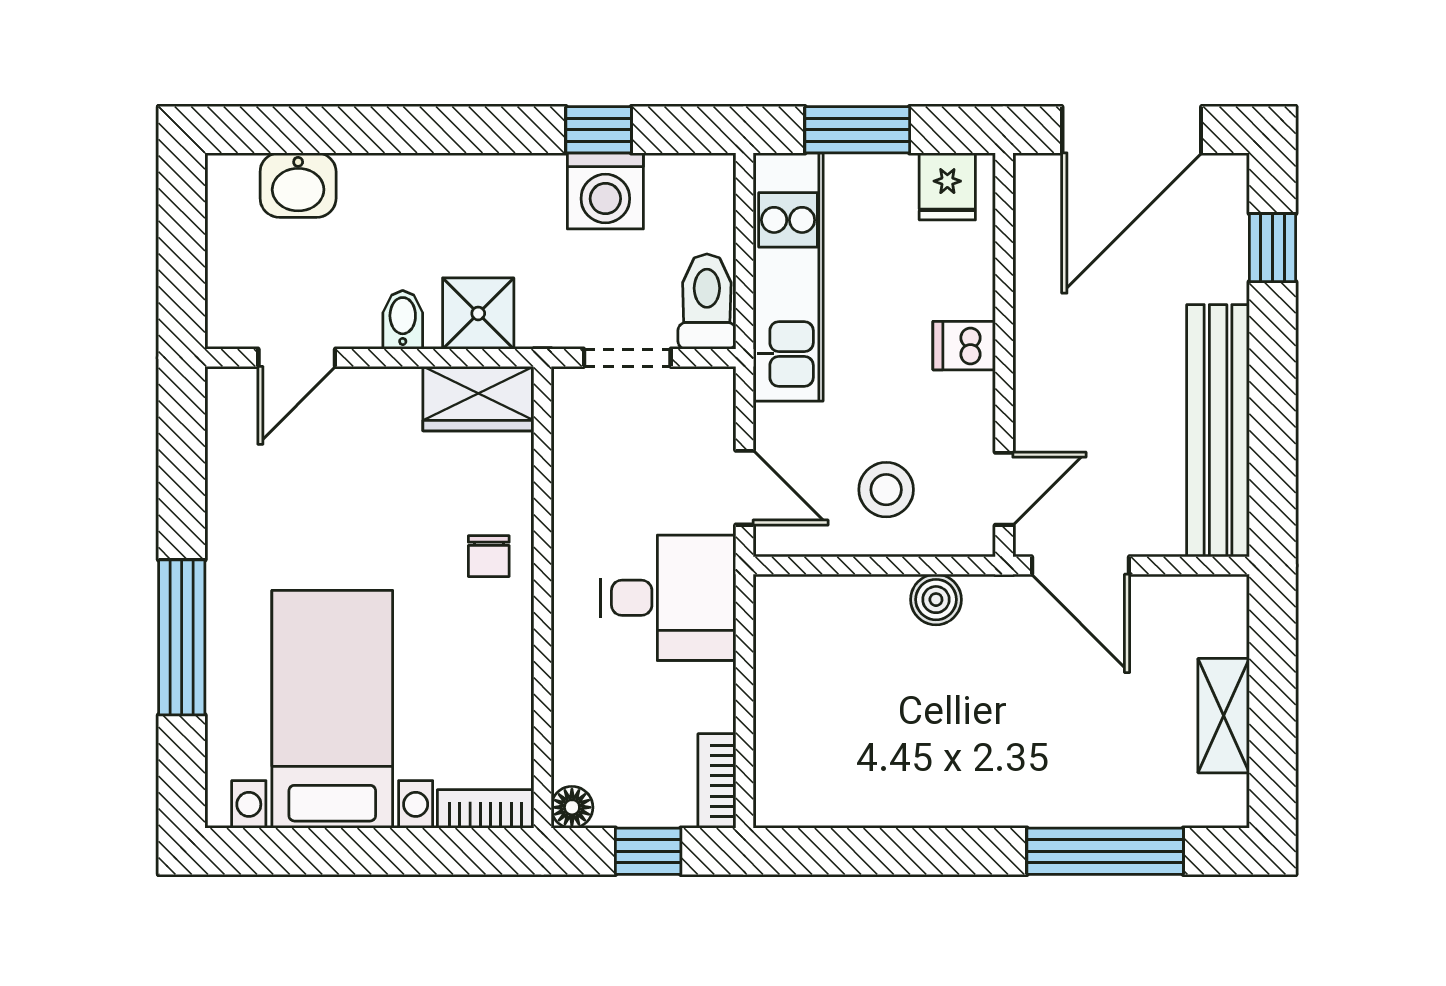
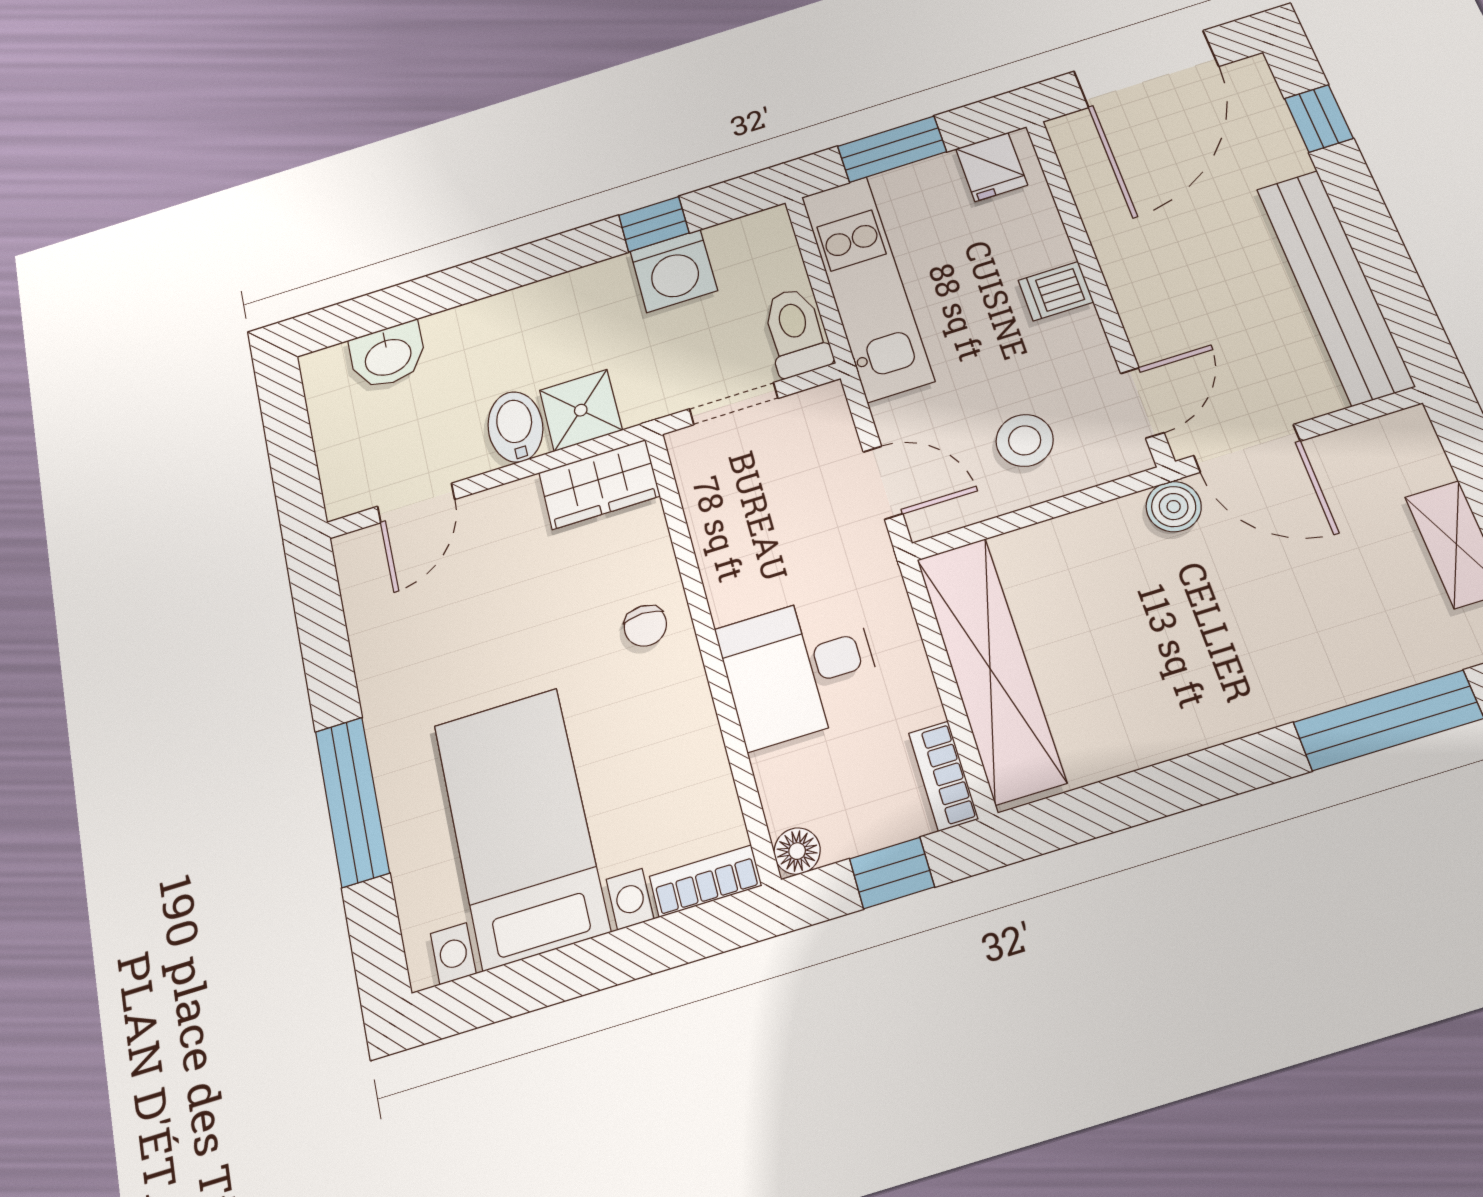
bidet: (403, 320) -> (515, 427), width x1.38, depth x1.36
desk: (668, 598) -> (800, 669), moved, turned 180
boiler: (936, 600) -> (1174, 507), moved
shelving: (787, 697) -> (990, 668), added

